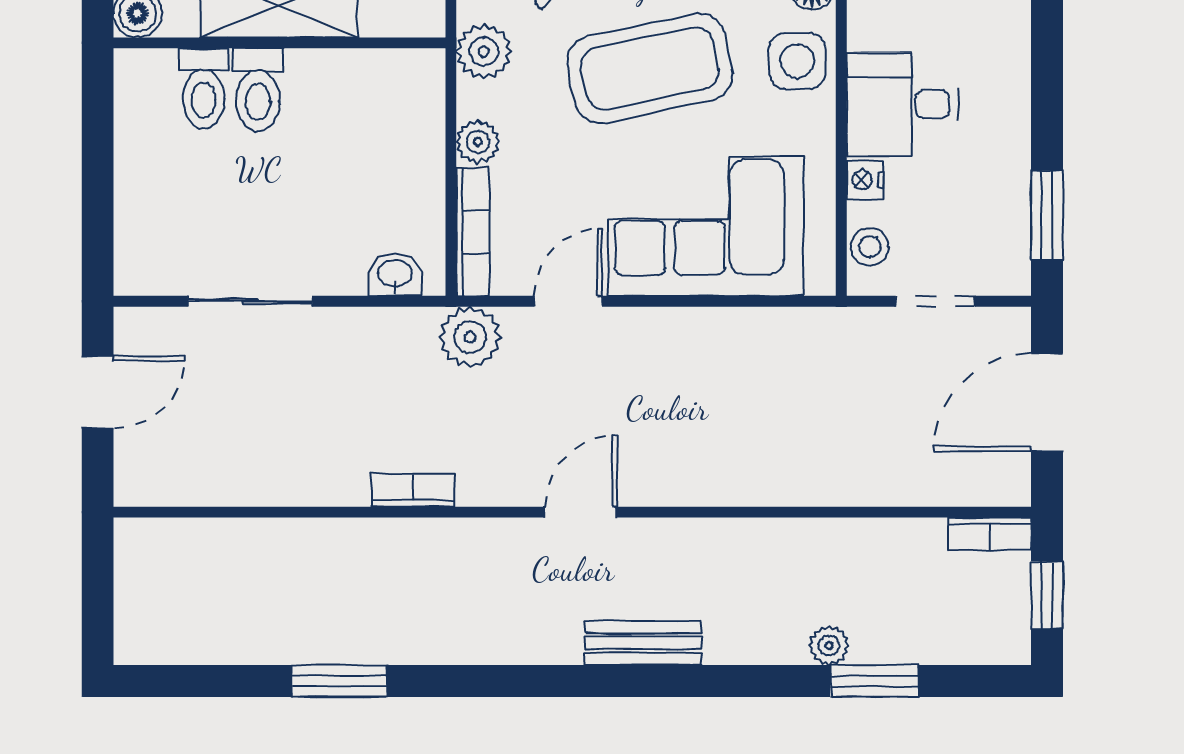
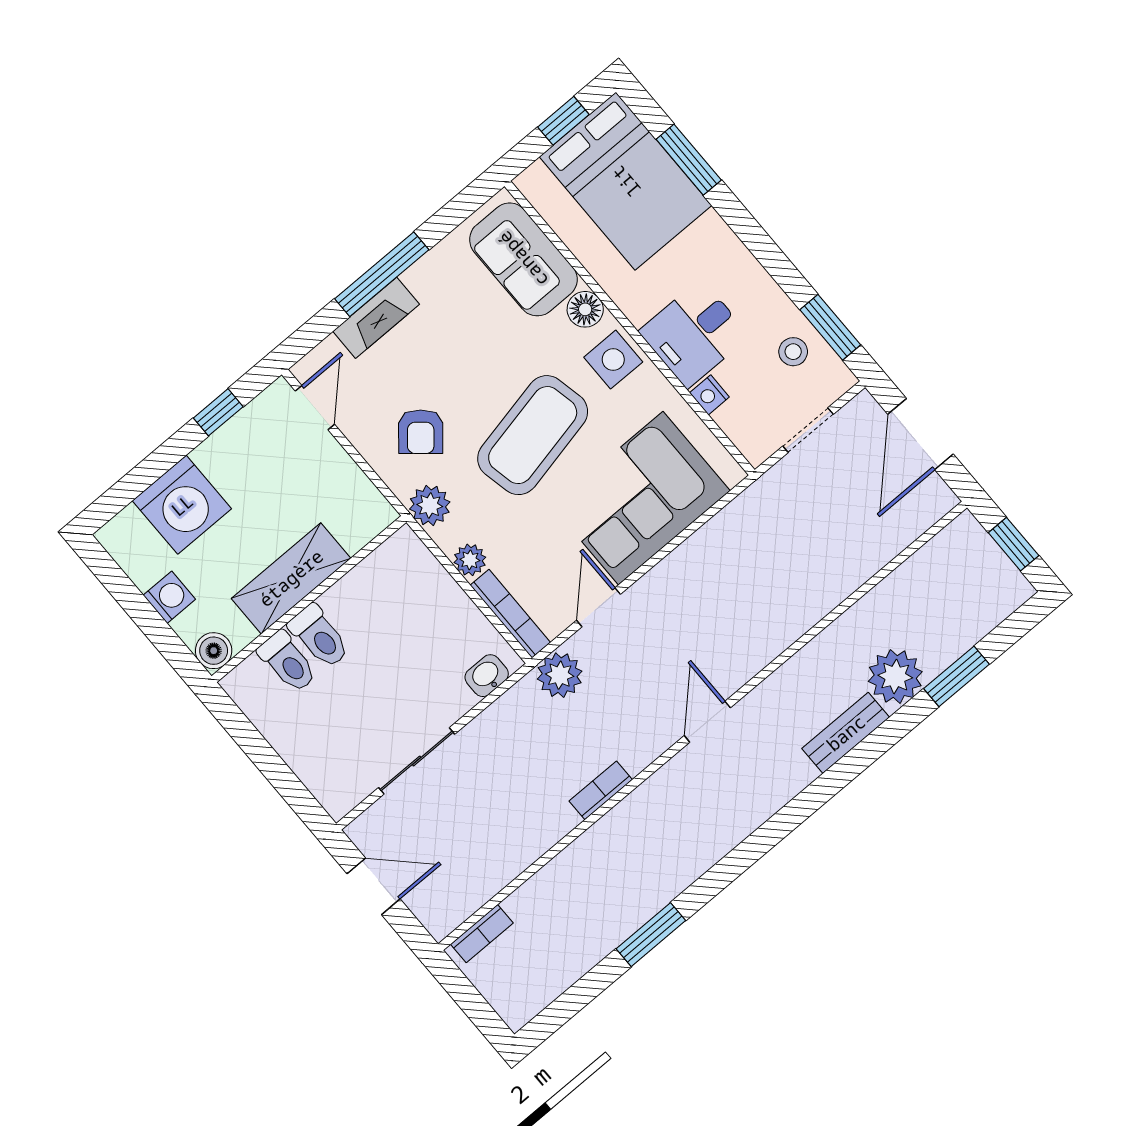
stool: (870, 247) -> (793, 352), moved
door: (98, 392) -> (374, 886), hinge flipped
bookcase: (990, 534) -> (482, 934), moved
bench: (643, 643) -> (846, 733), moved
plant: (829, 645) -> (895, 677), width x1.87, depth x1.87

